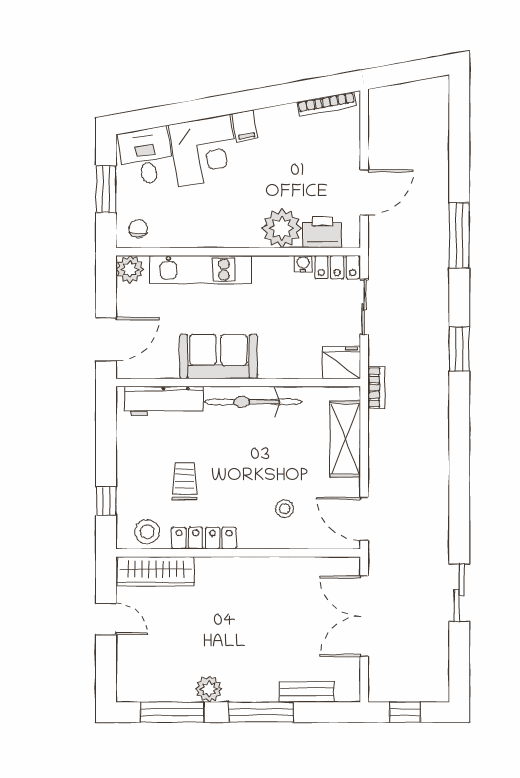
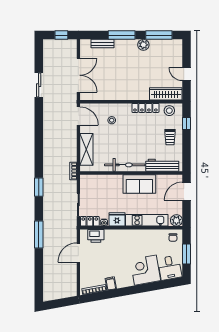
filing cabinet: (245, 126) -> (111, 283), moved
plant: (282, 228) -> (113, 238), removed
fridge: (342, 363) -> (117, 219), moved, turned 180
trolley: (185, 481) -> (170, 137), moved

